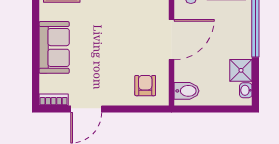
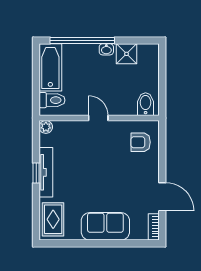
door: (172, 40) -> (98, 118), width x0.53
washbasin: (246, 90) -> (106, 49), moved

